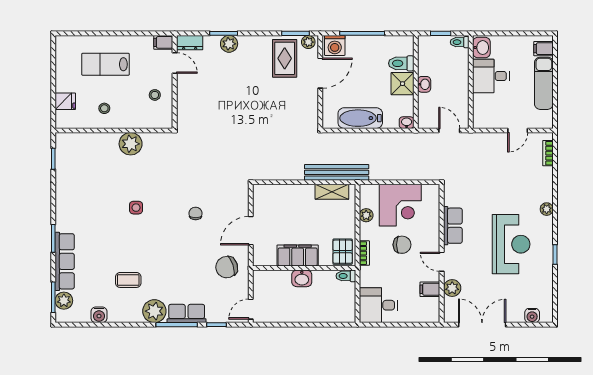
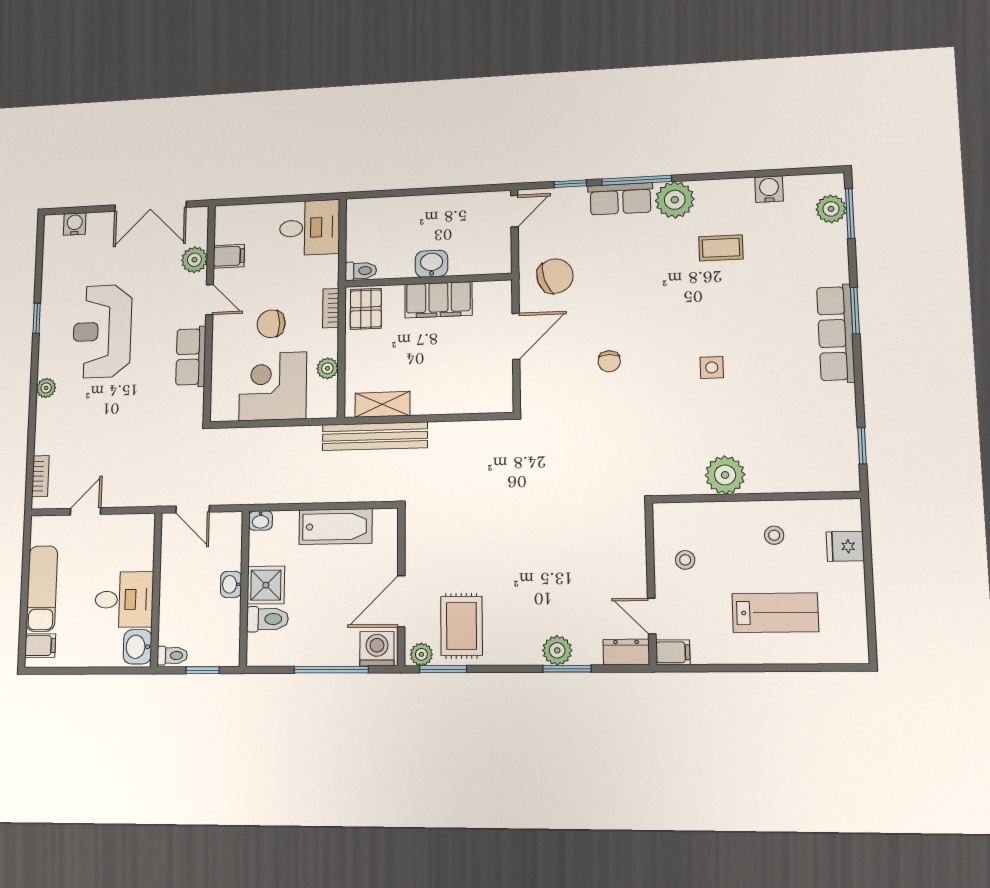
row of seats: (65, 261) -> (836, 333), moved

